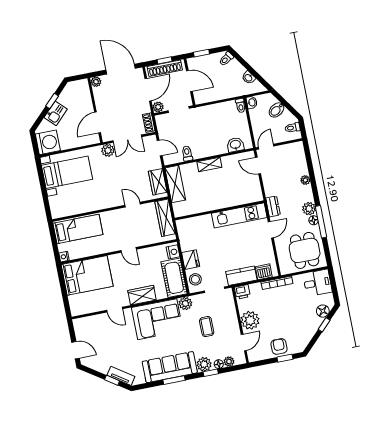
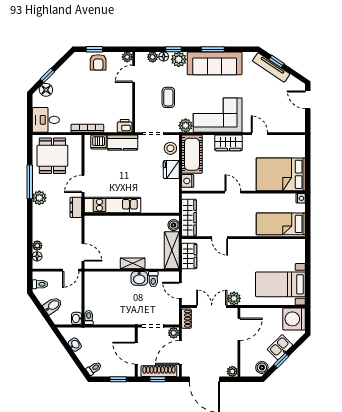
boiler: (69, 91) -> (262, 368), added
washbasin: (235, 145) -> (139, 278), moved
plant: (305, 180) -> (37, 246), moved
boiler: (178, 208) -> (174, 225), added
floor lamp: (314, 220) -> (37, 256), moved
plant: (250, 320) -> (127, 57), moved, width x0.53, depth x0.53
tv unit: (121, 376) -> (271, 67), width x1.41

